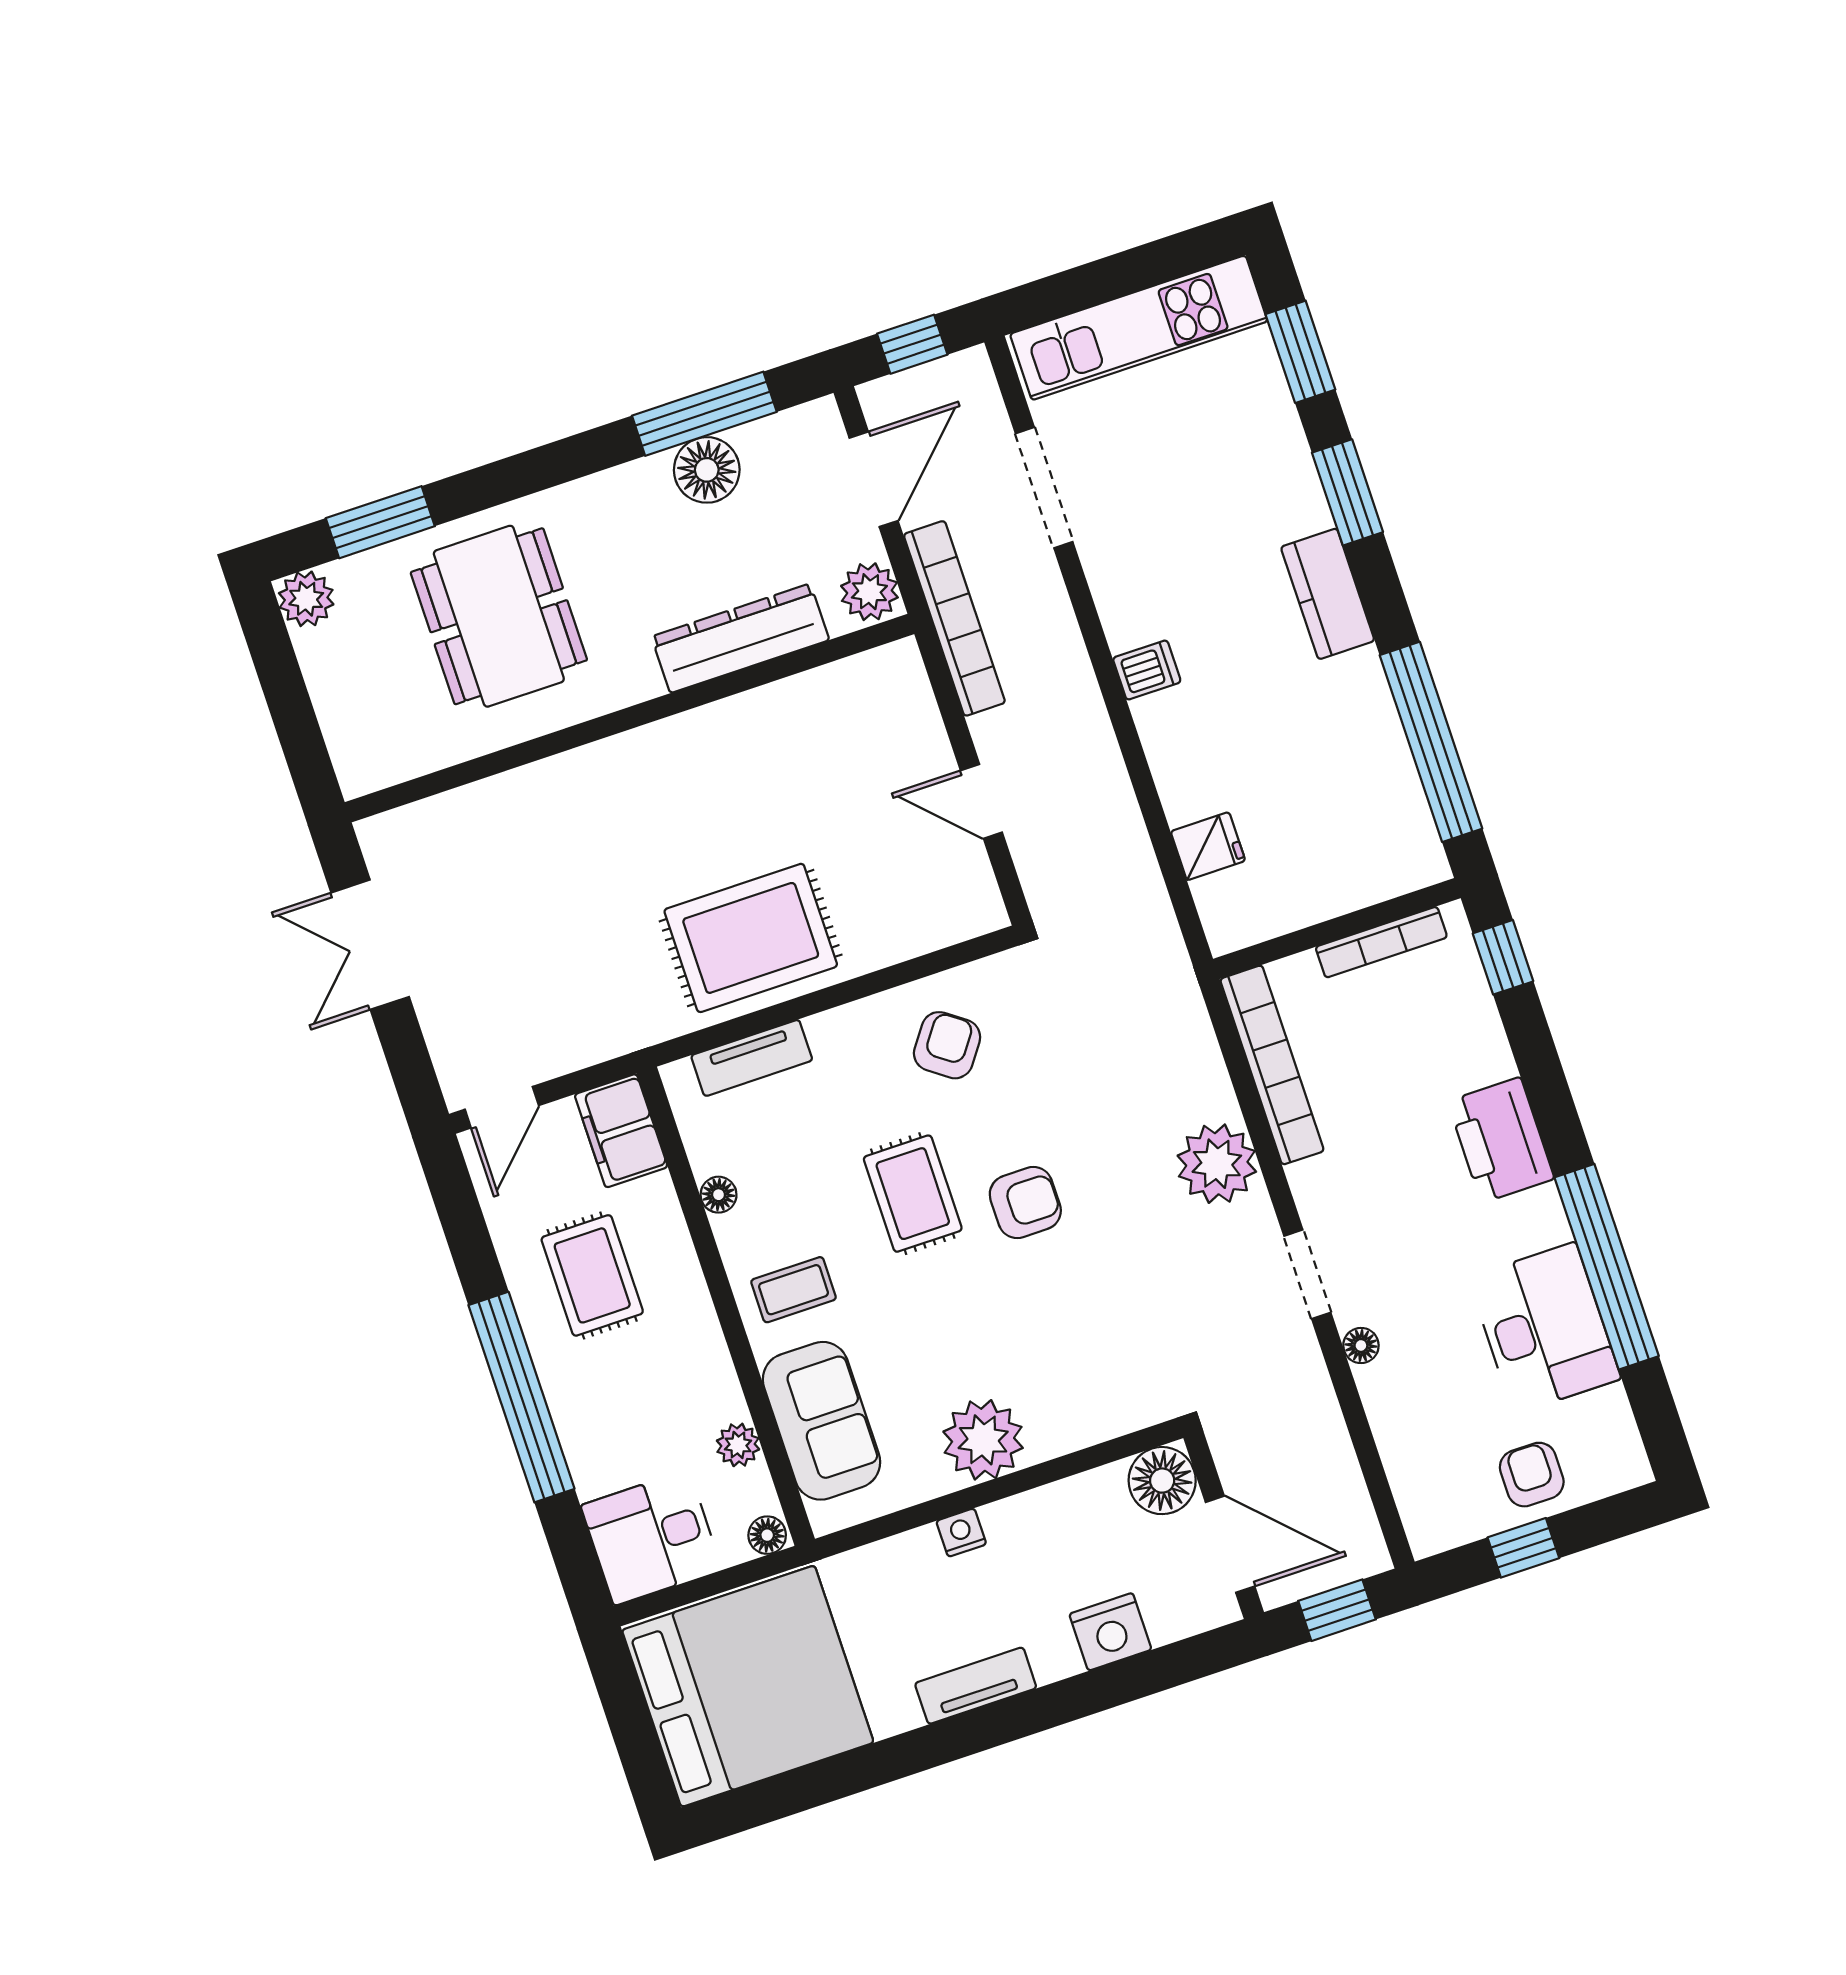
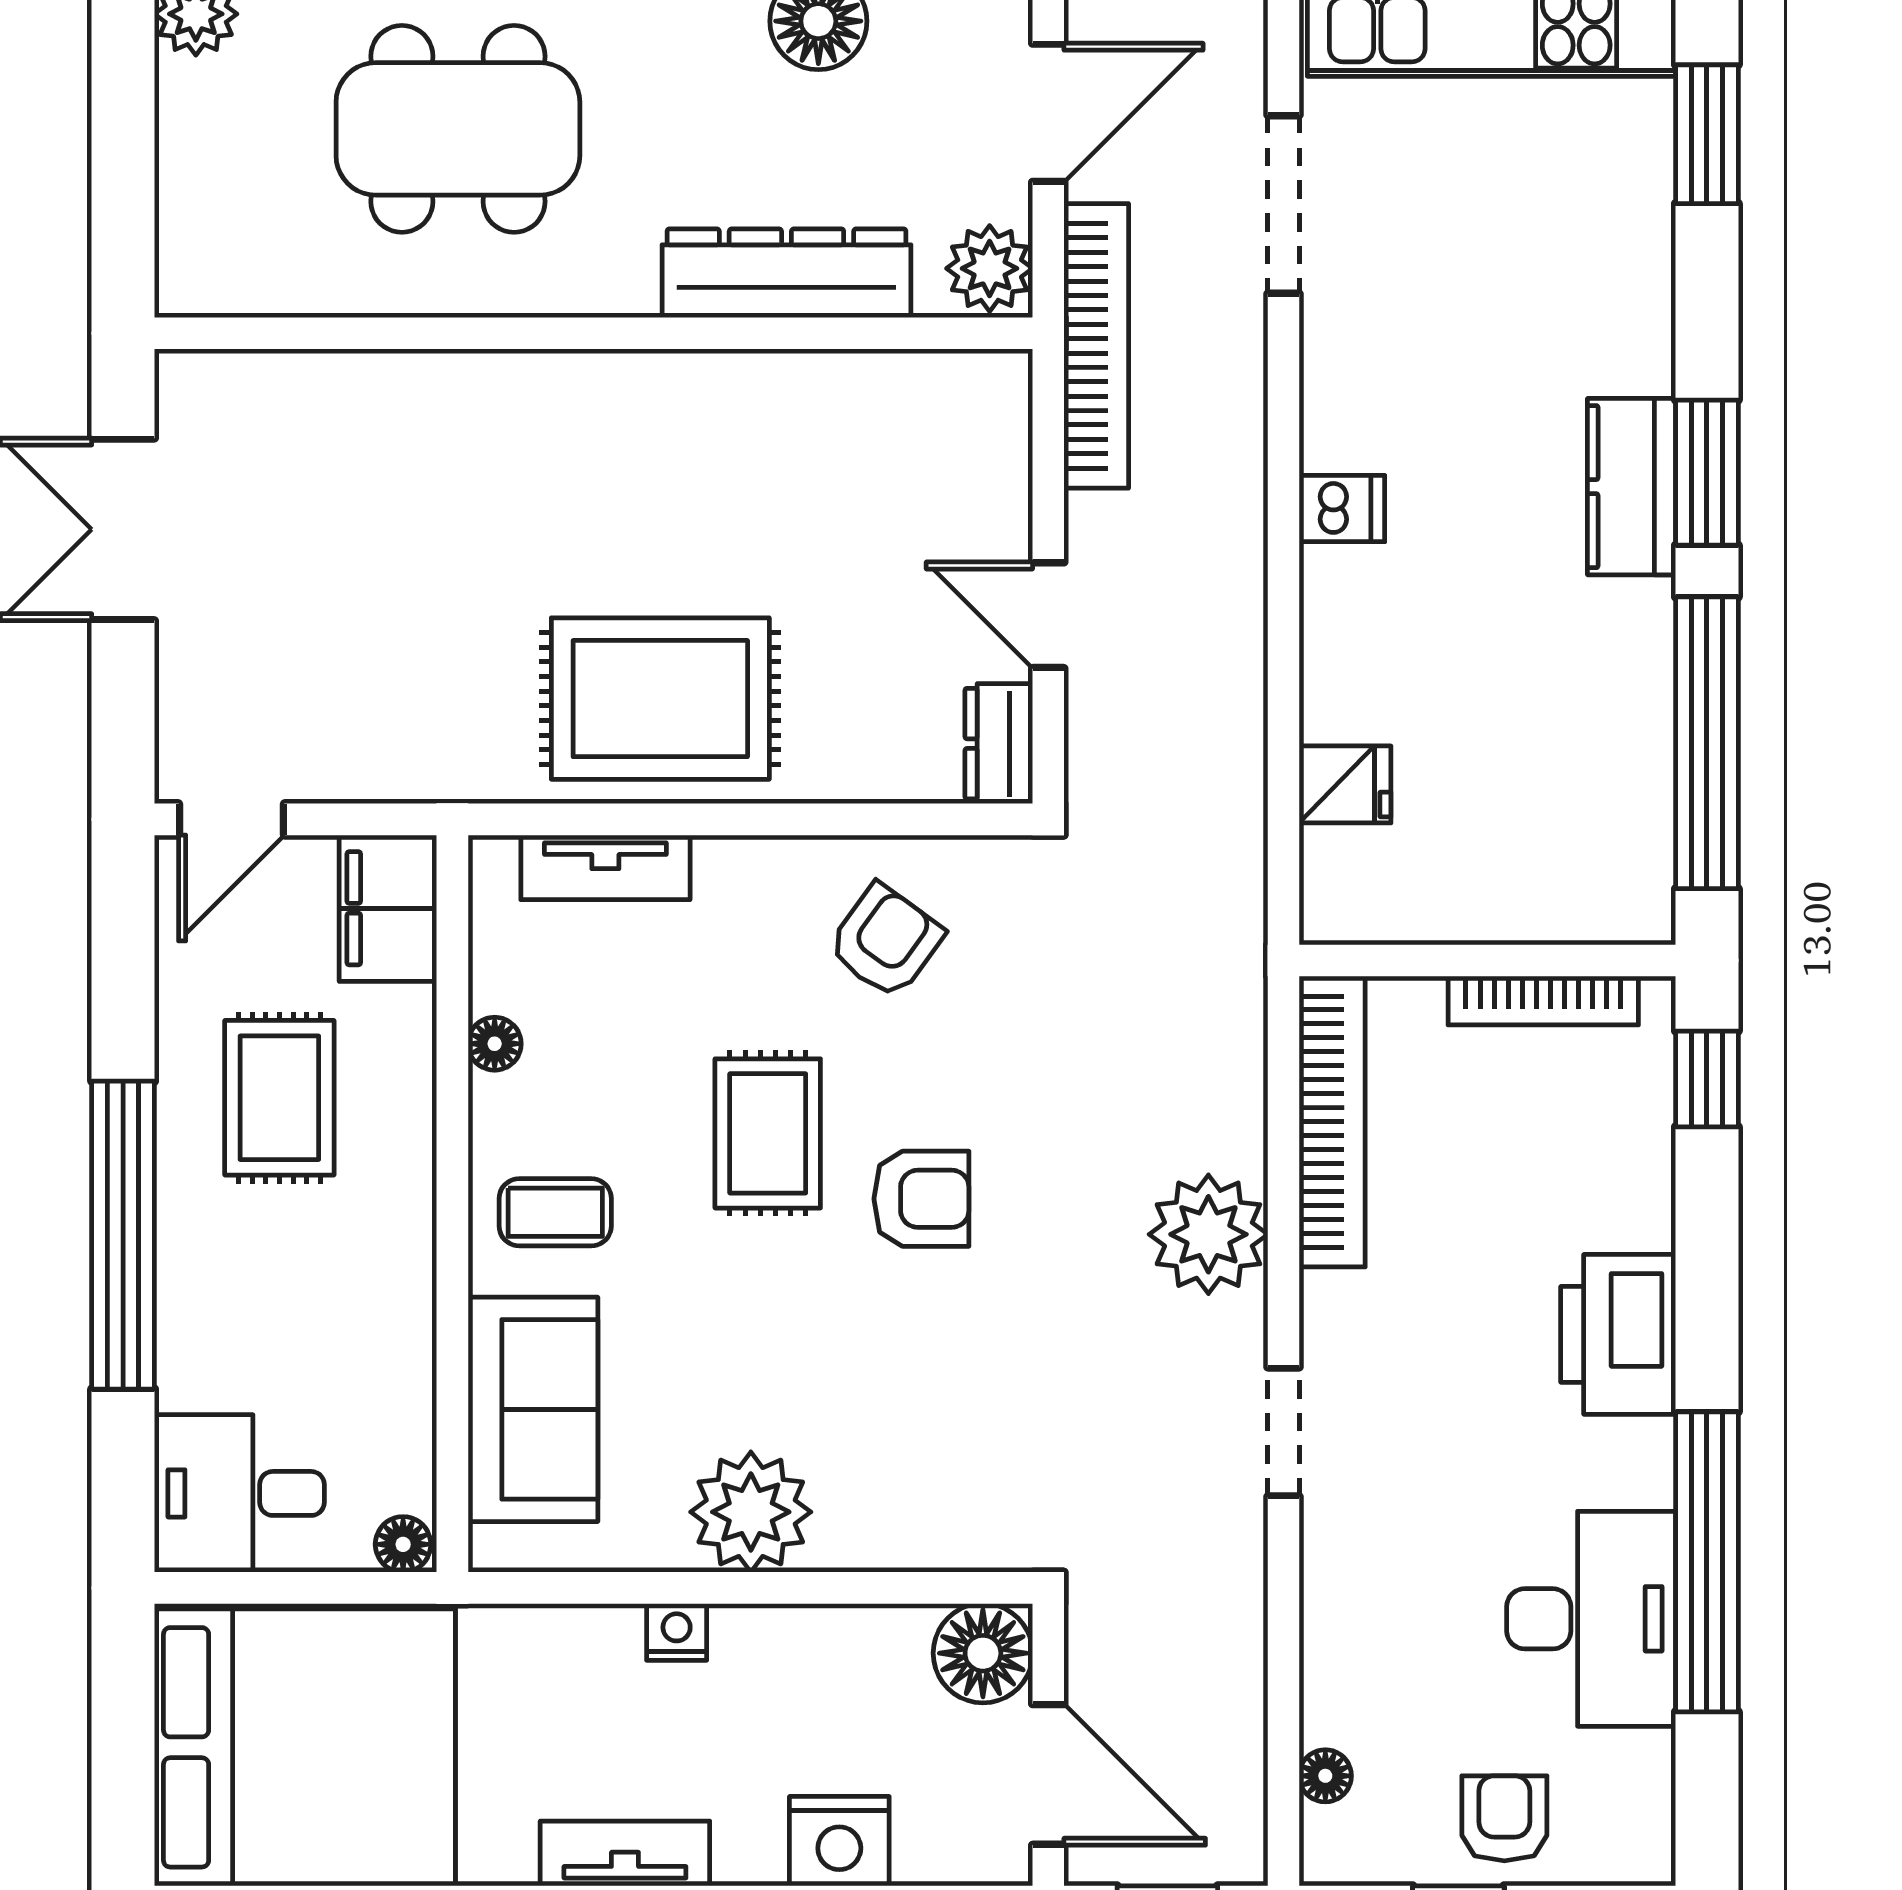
window: (1347, 492) -> (1707, 473), moved
dining table: (499, 616) -> (458, 129), turned 90
dresser: (977, 894) -> (999, 744), added
floor lamp: (1361, 1345) -> (1325, 1776), moved
plant: (738, 1445) -> (404, 1404), removed

